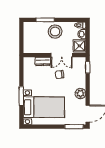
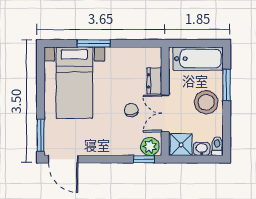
bathtub: (30, 36) -> (198, 59), added
plant: (80, 94) -> (150, 146), moved

